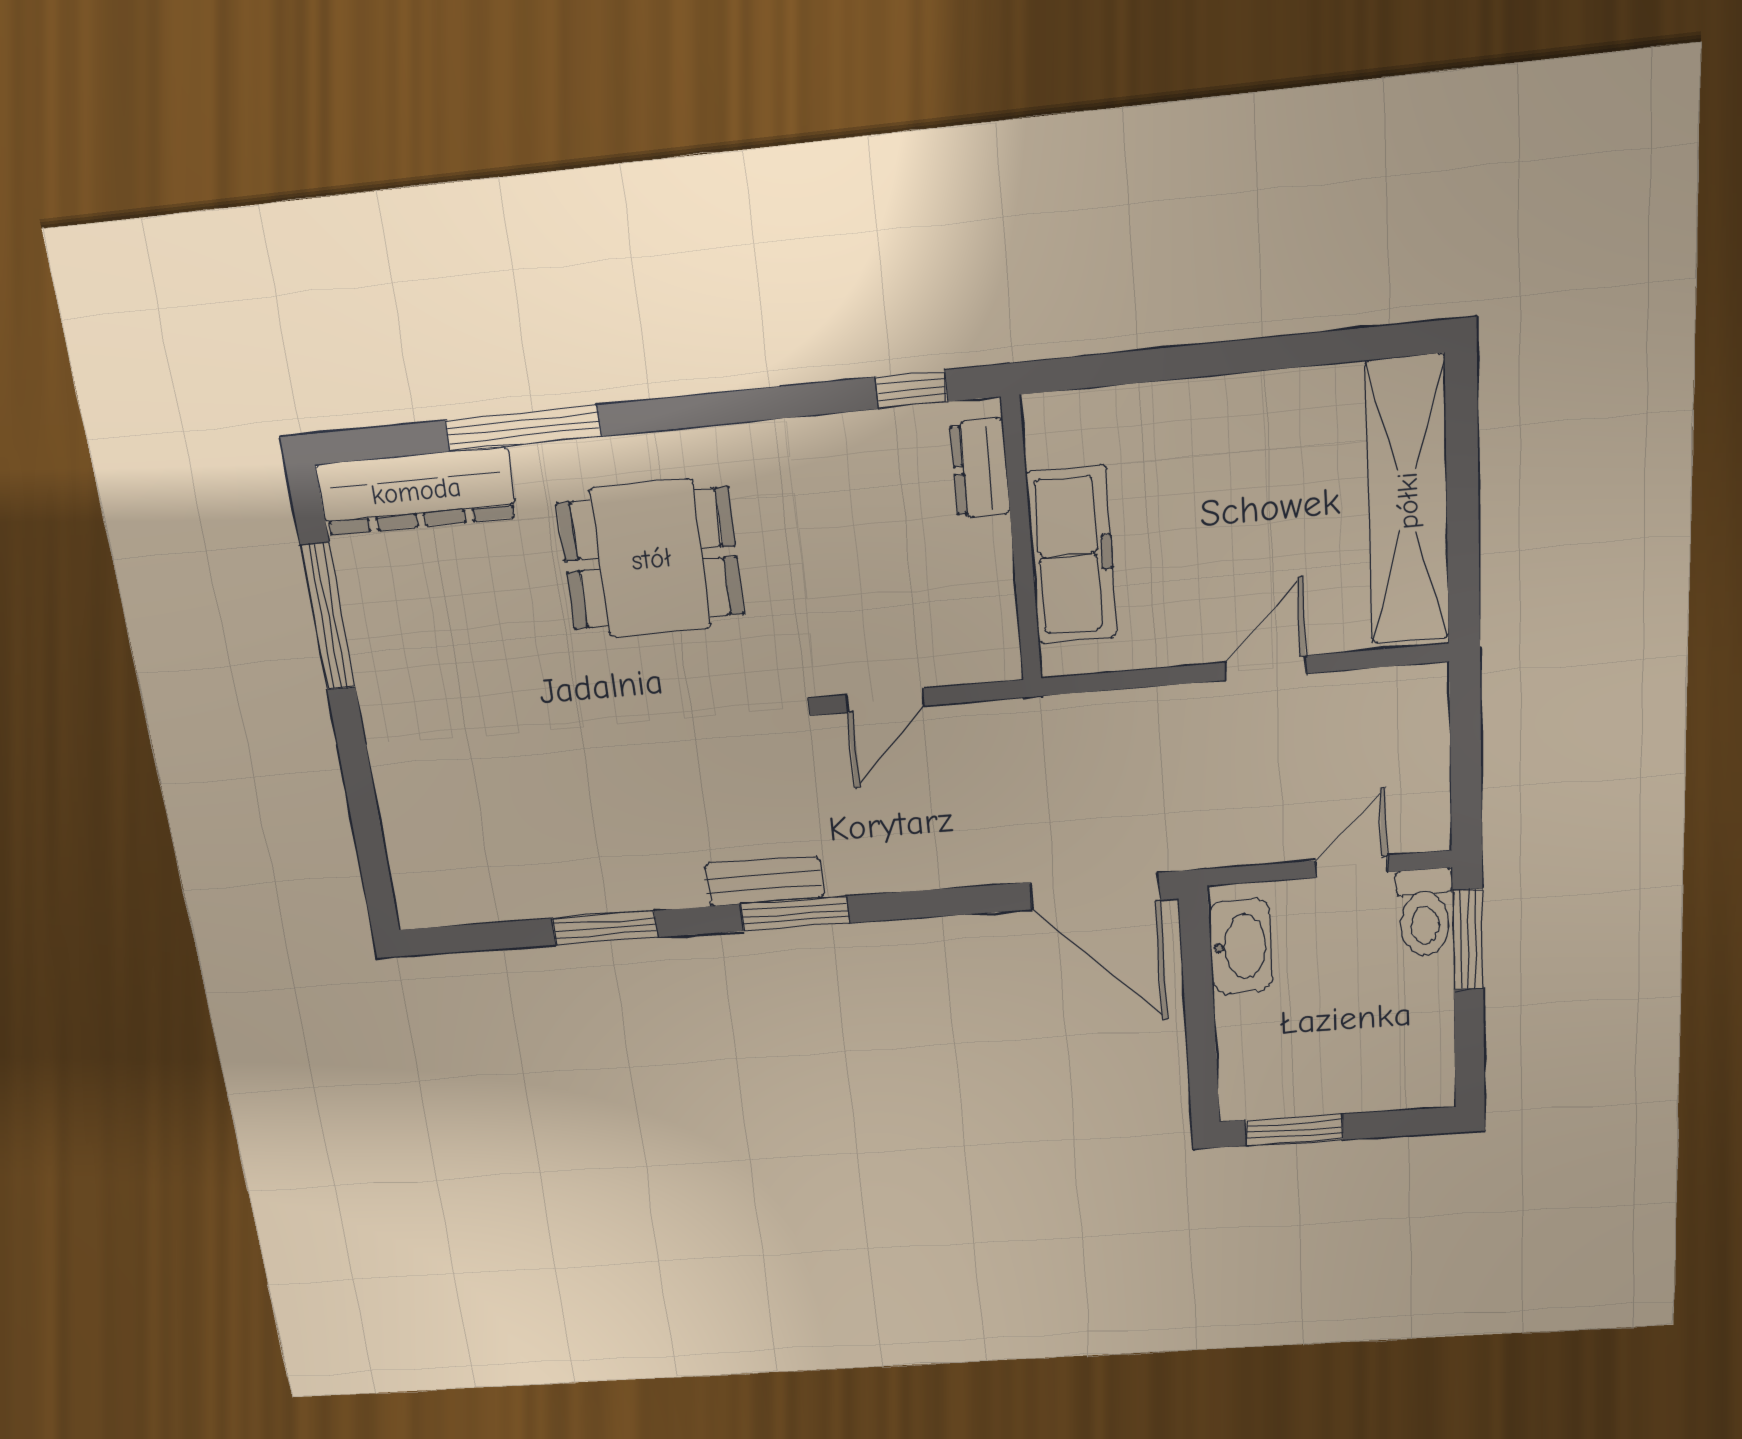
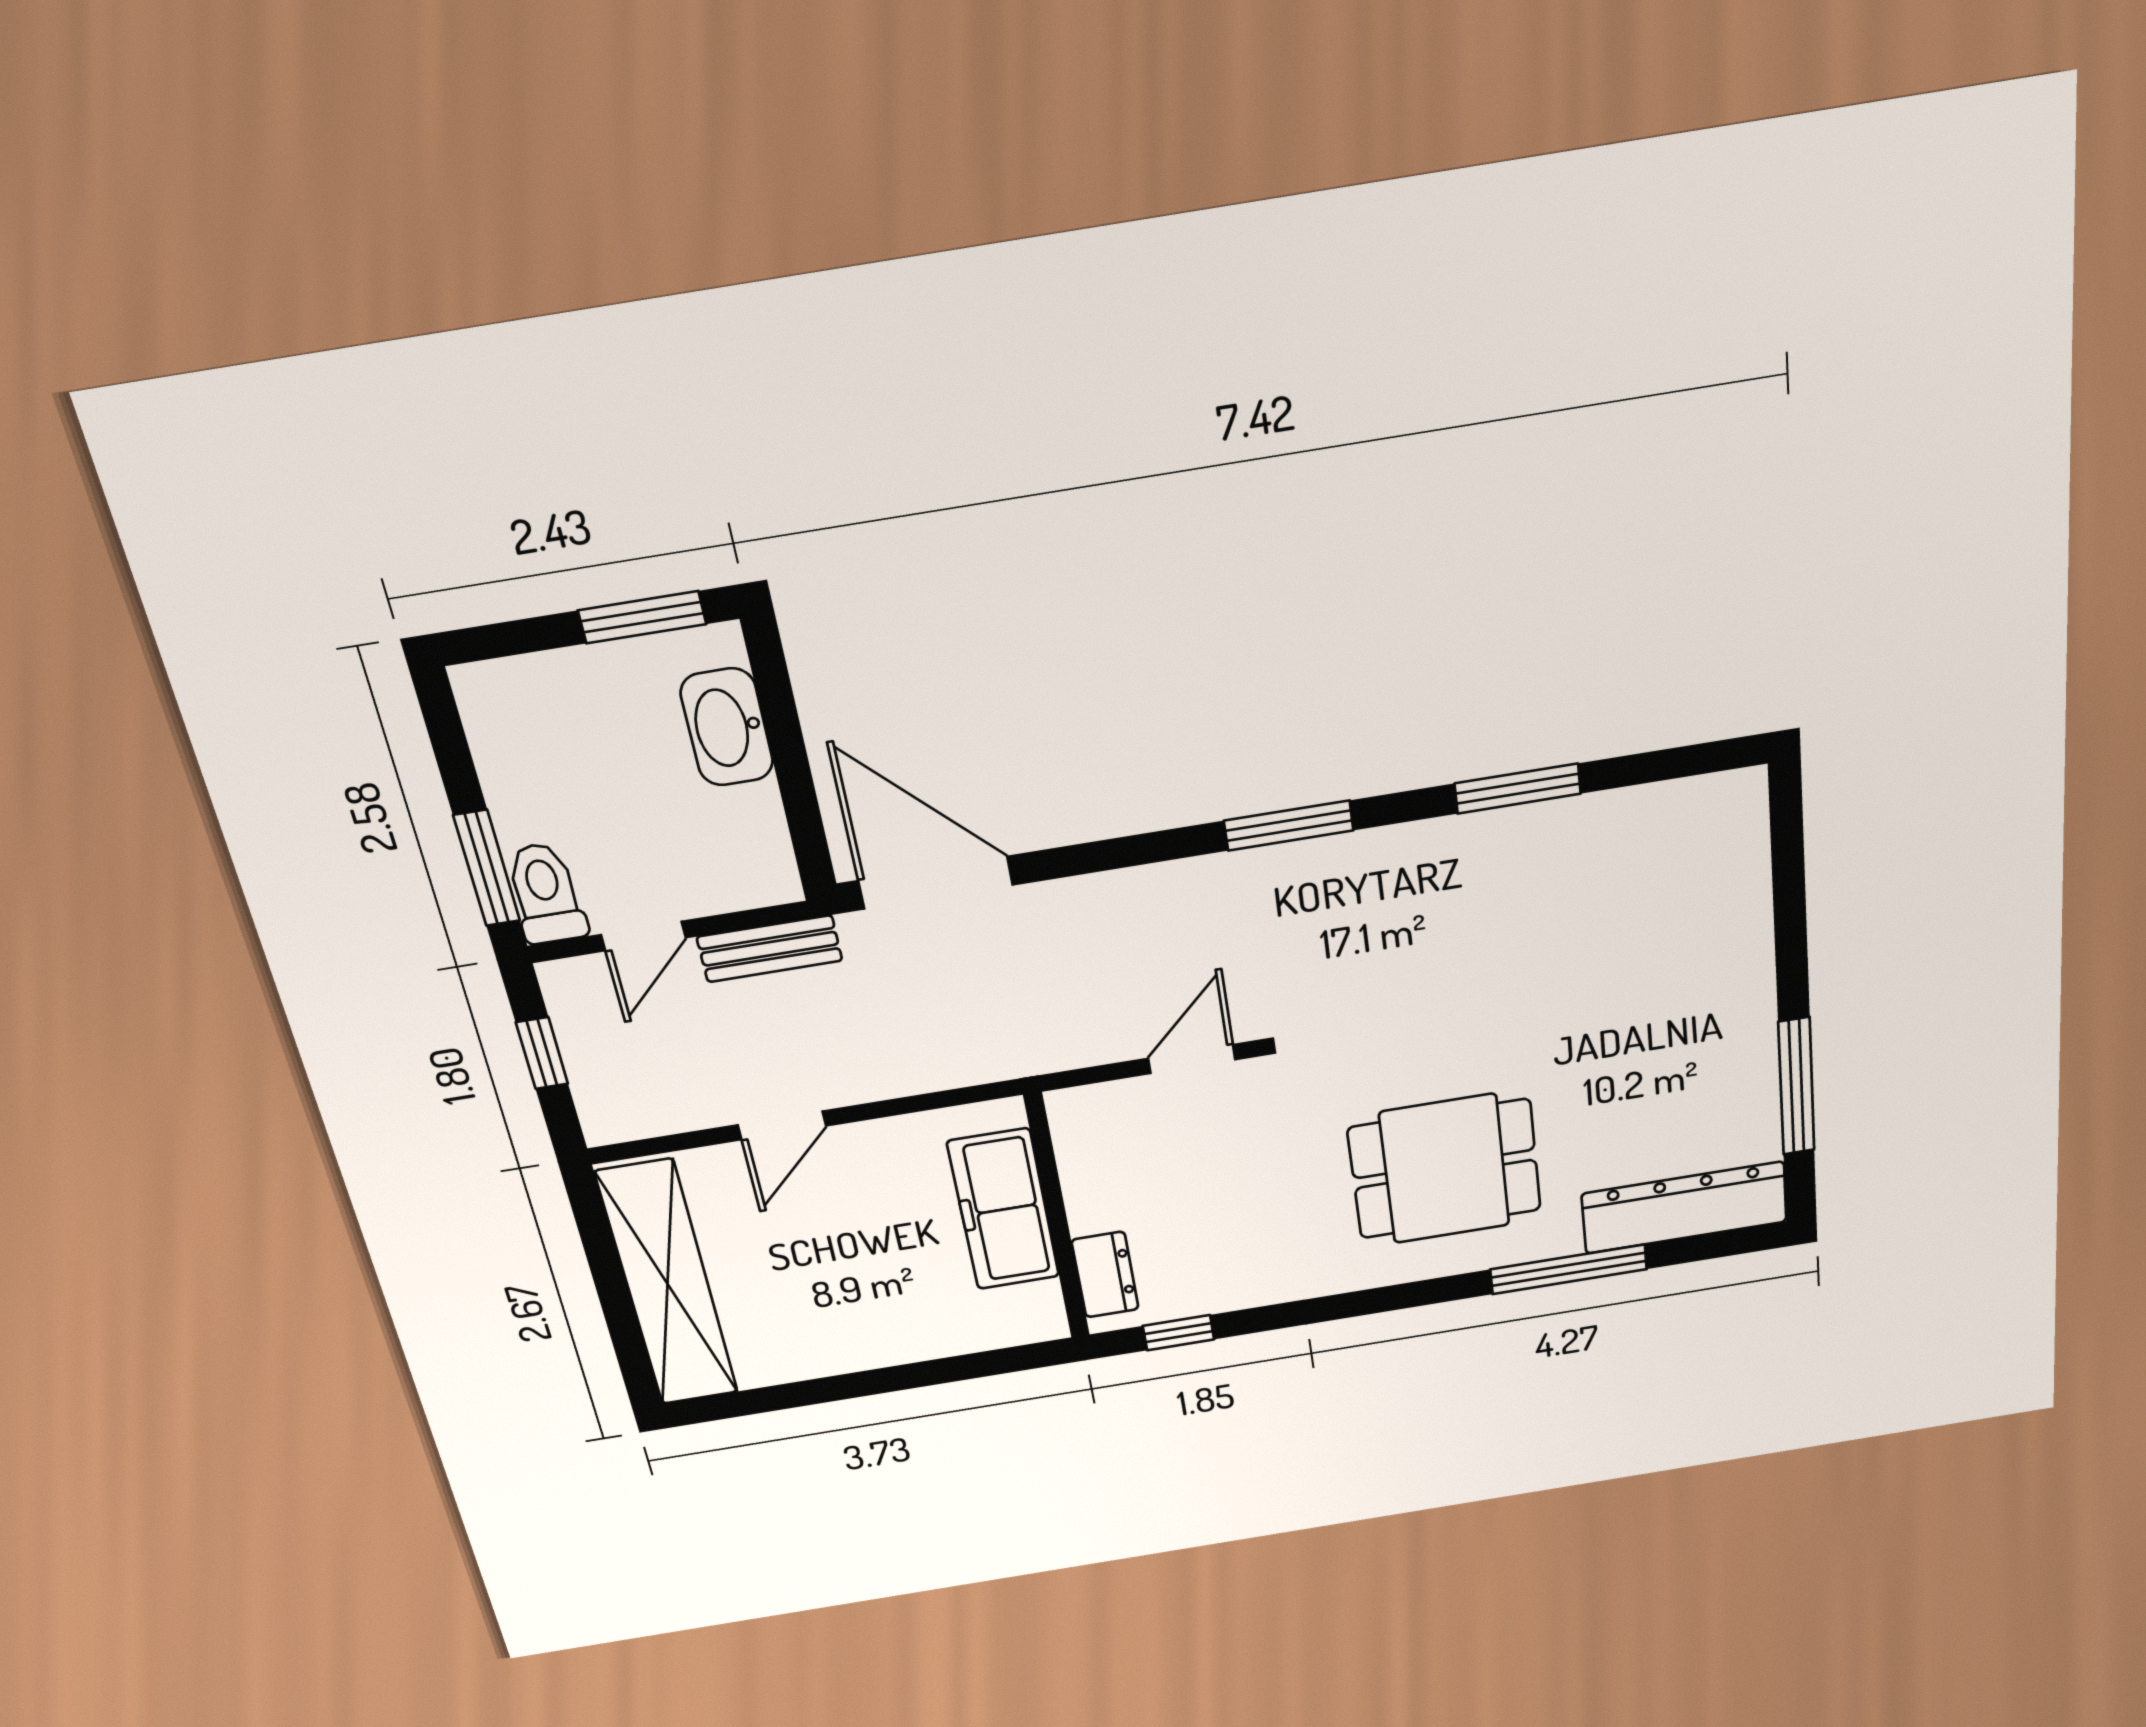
window: (1466, 763) -> (542, 1053), added
bench: (764, 881) -> (770, 949), moved
washbasin: (1241, 946) -> (727, 727), moved

